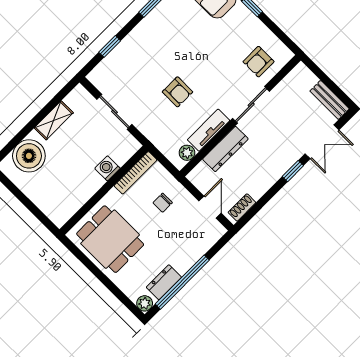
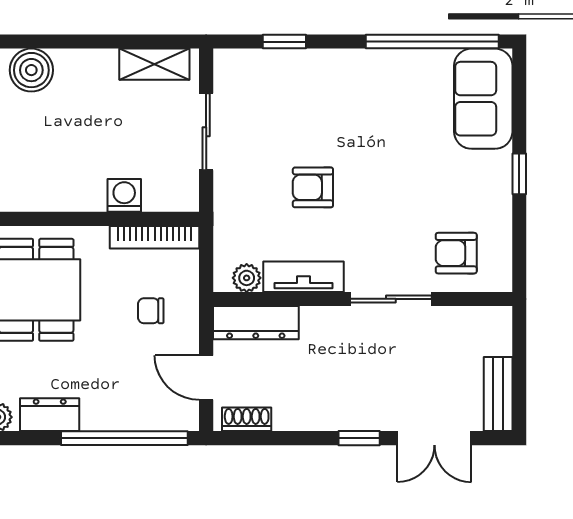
armchair: (177, 92) -> (313, 187), turned 90
shelving: (54, 120) -> (154, 64), moved
dresser: (225, 149) -> (256, 323), moved
boiler: (29, 156) -> (31, 70), width x0.73, depth x0.73
door: (210, 207) -> (206, 378), swing flipped
window: (182, 282) -> (124, 438), moved

